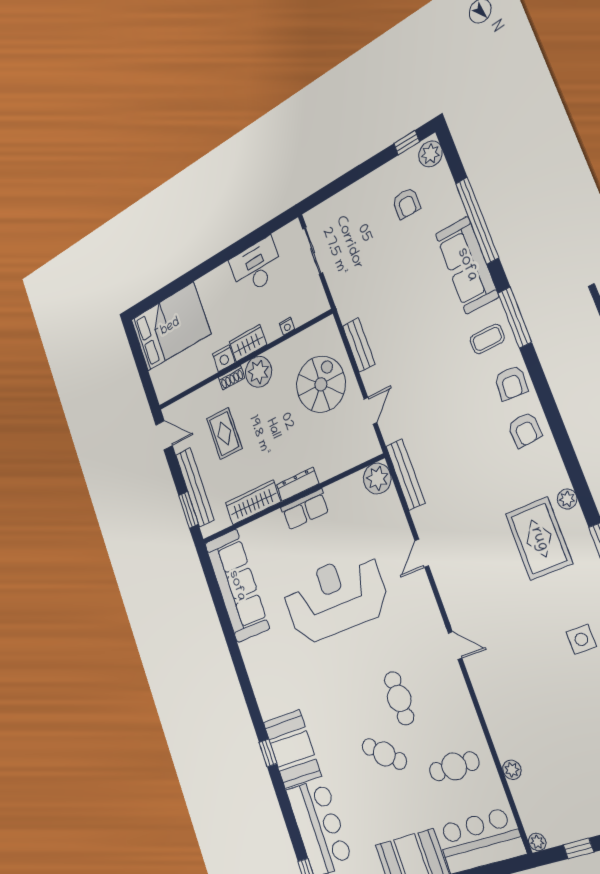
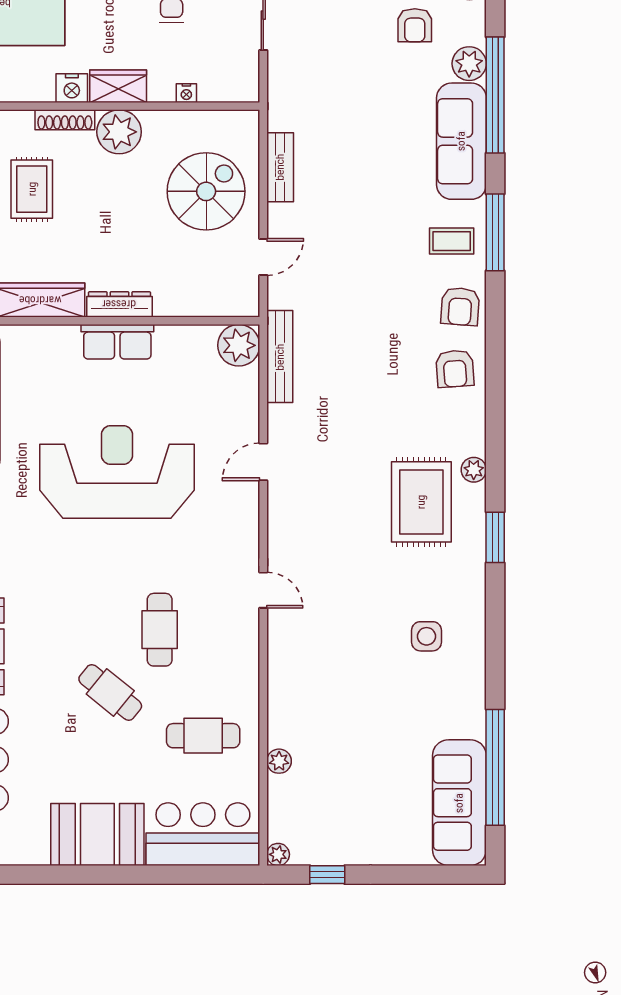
plant: (451, 209) -> (469, 64), added
shoe rack: (232, 378) -> (65, 120), width x1.43

